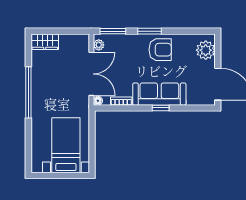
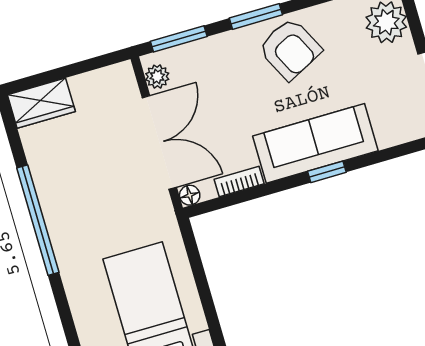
armchair: (160, 50) -> (290, 49), turned 63

